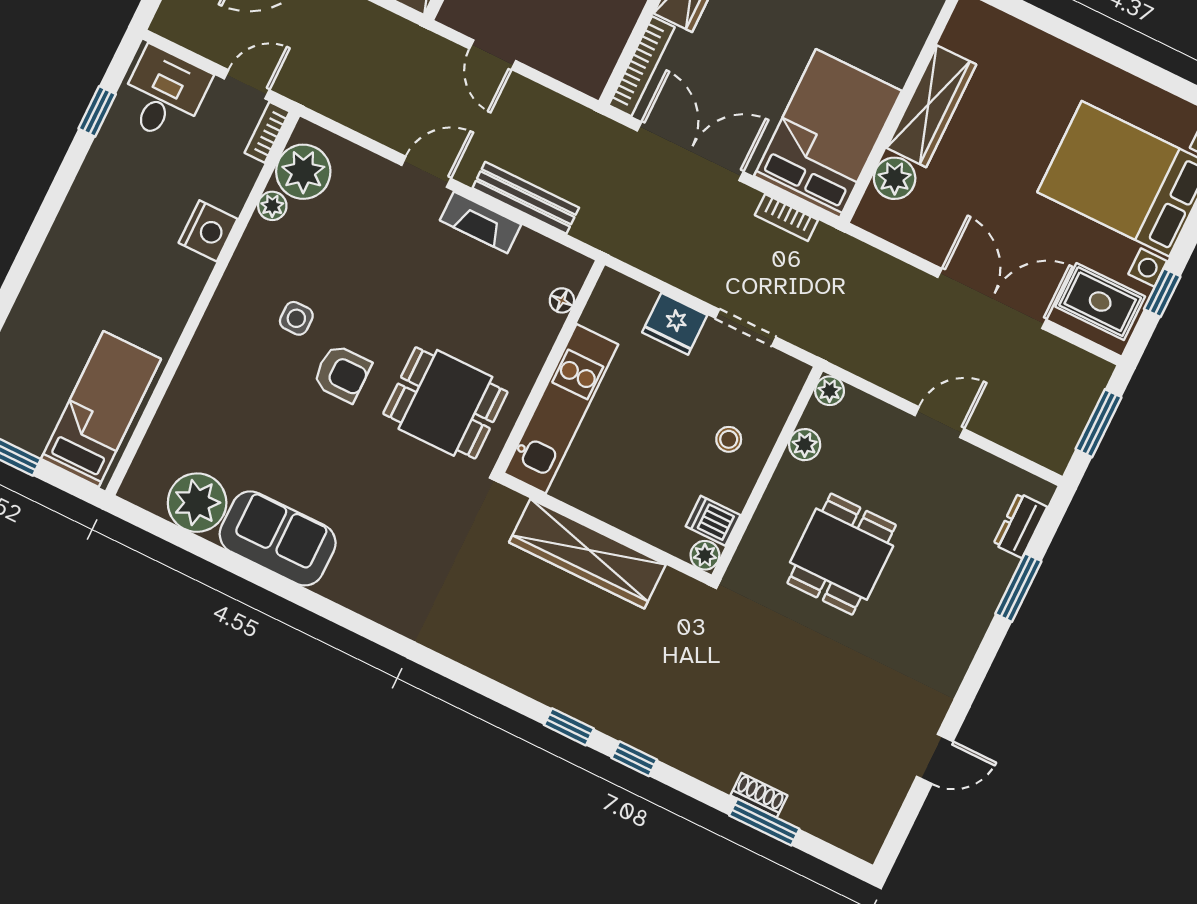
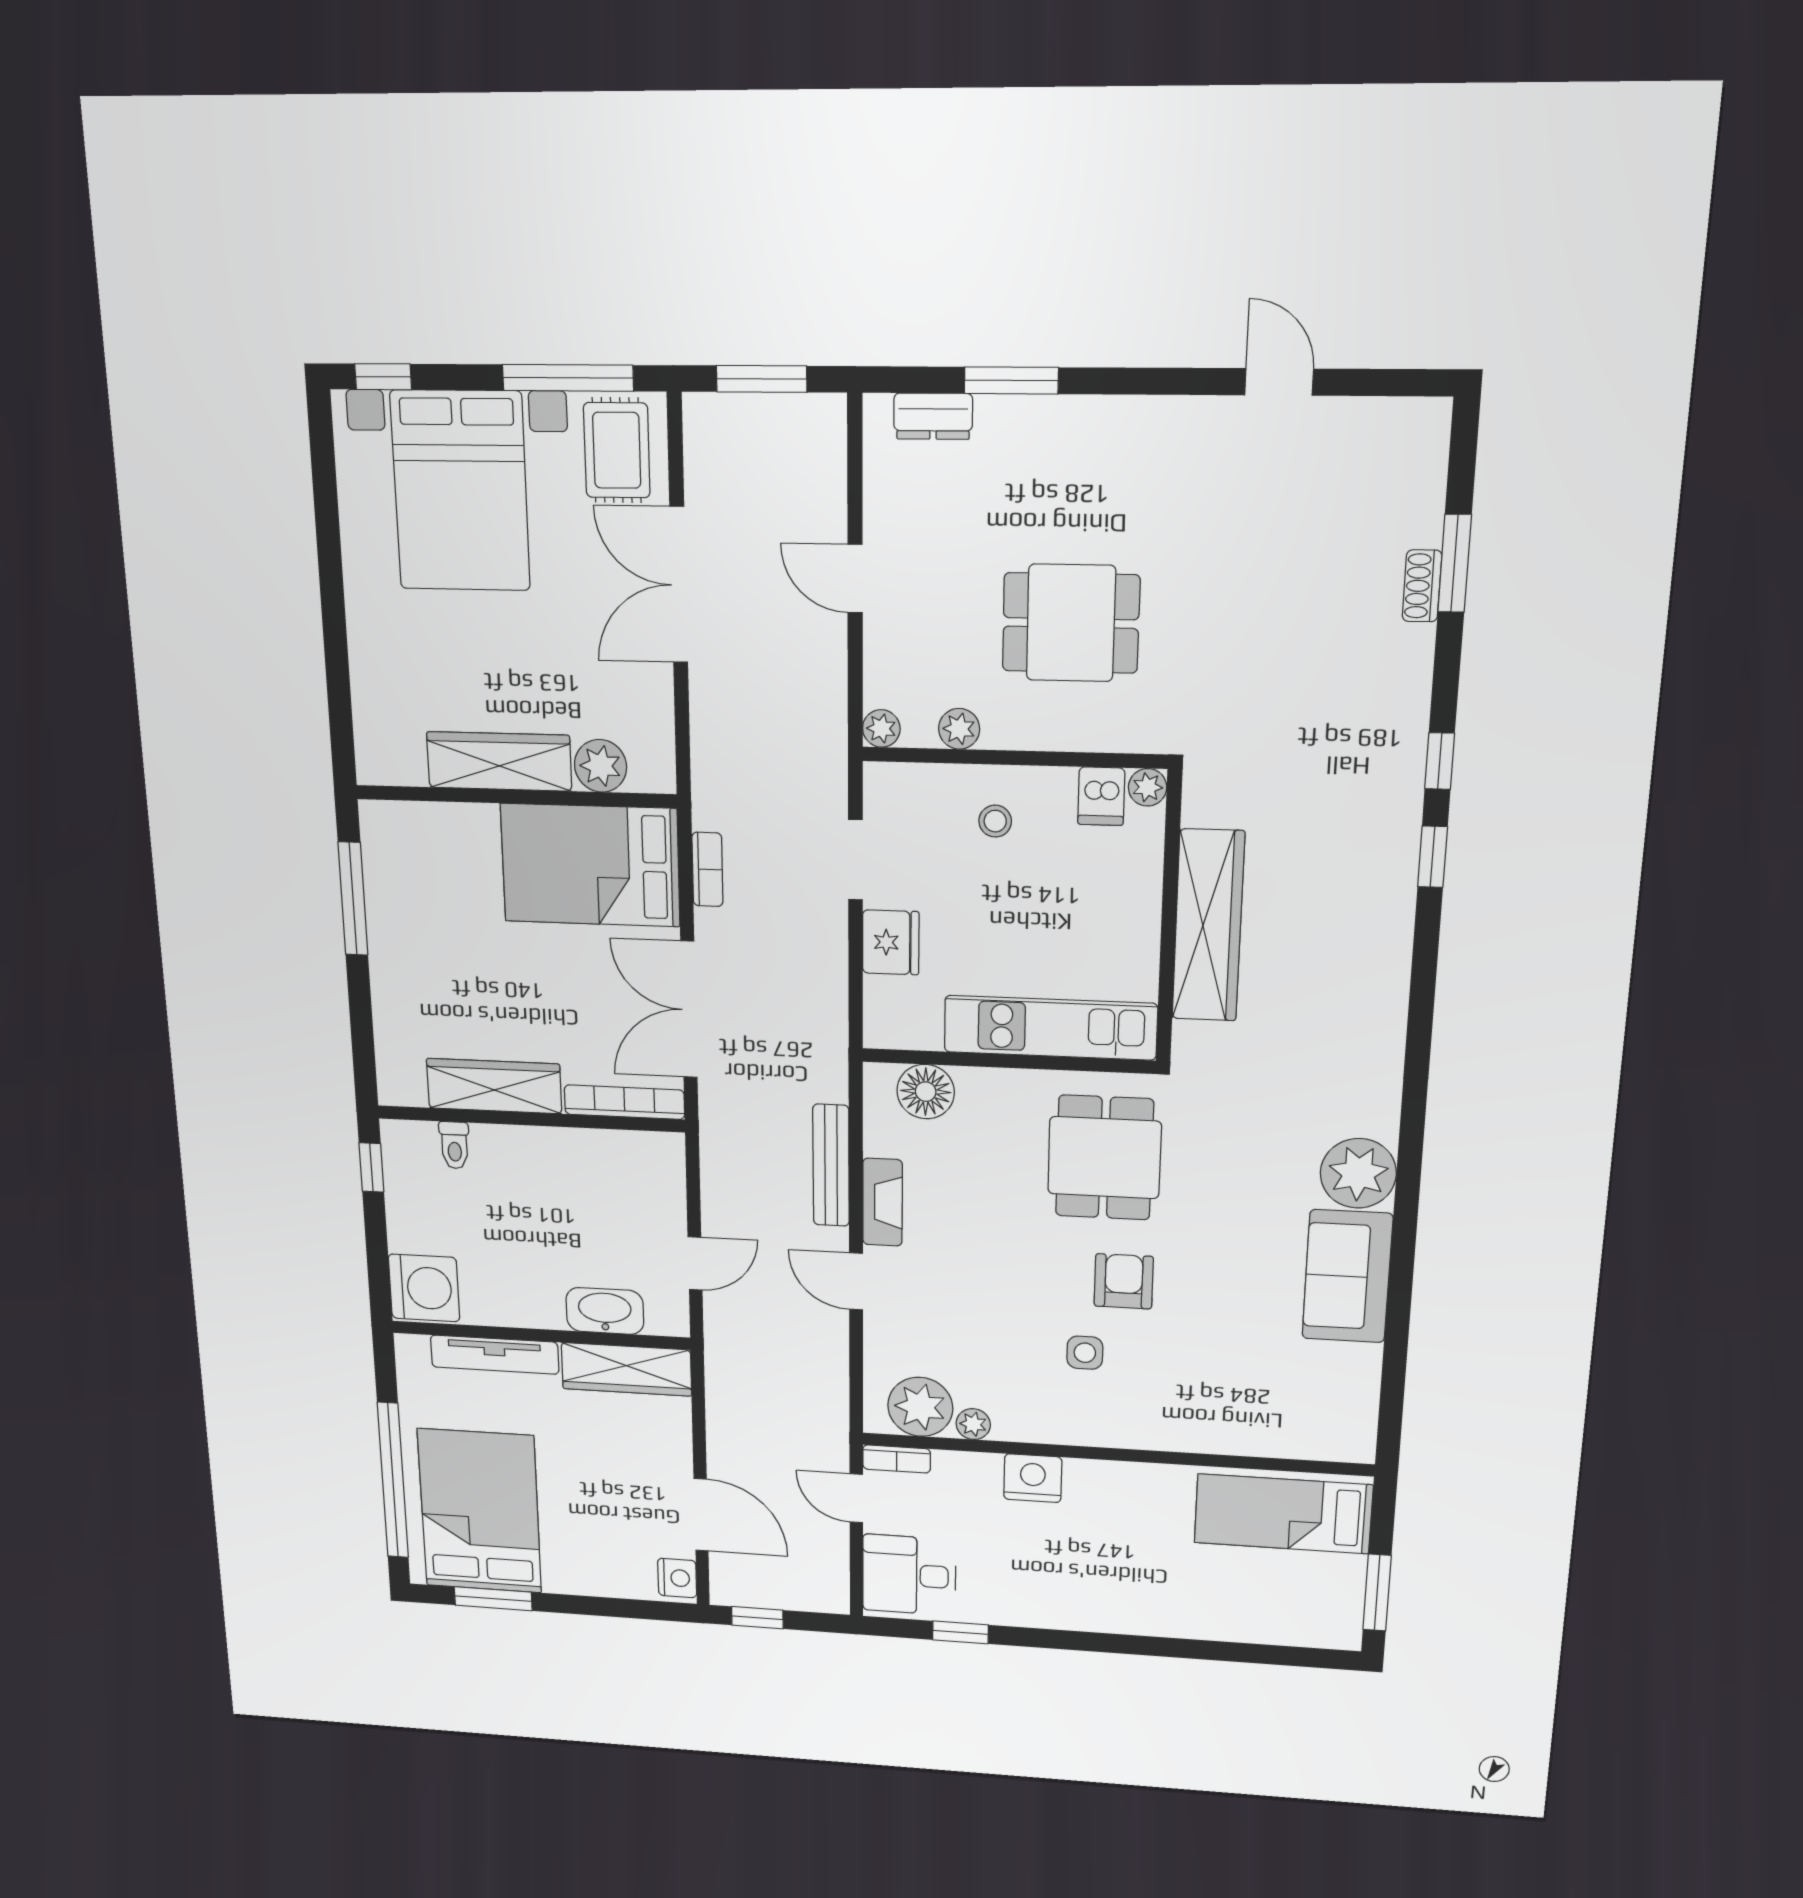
window: (1162, 293) -> (568, 378), width x2.17
floor lamp: (562, 300) -> (926, 1092), width x1.89, depth x1.89
plant: (197, 503) -> (1358, 1173), moved

